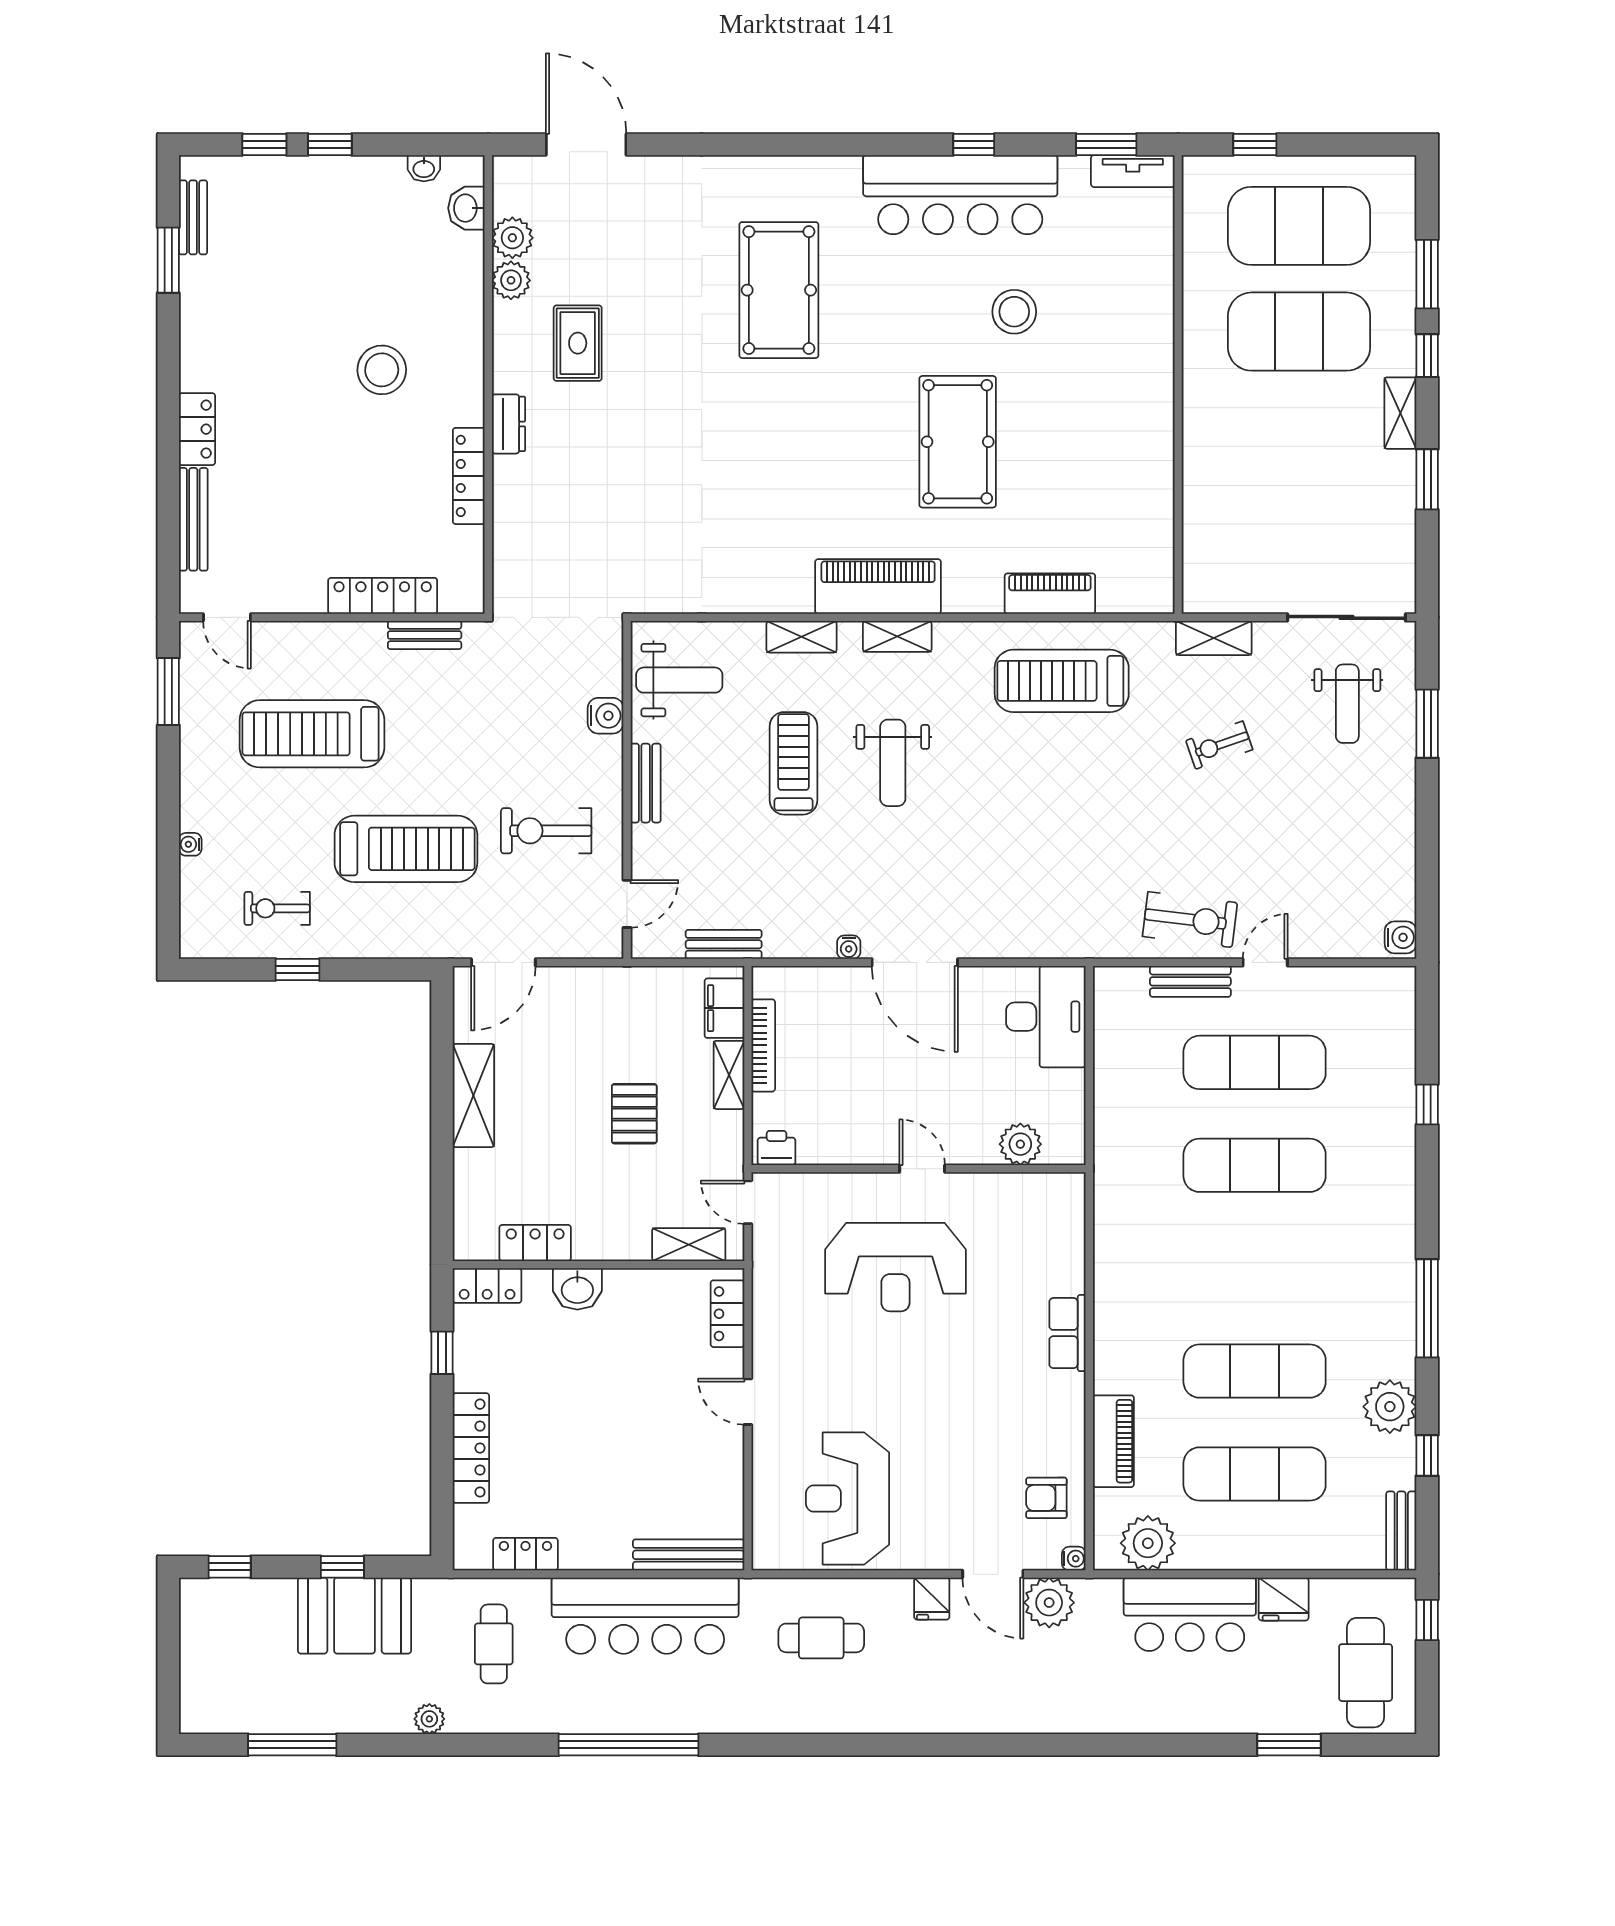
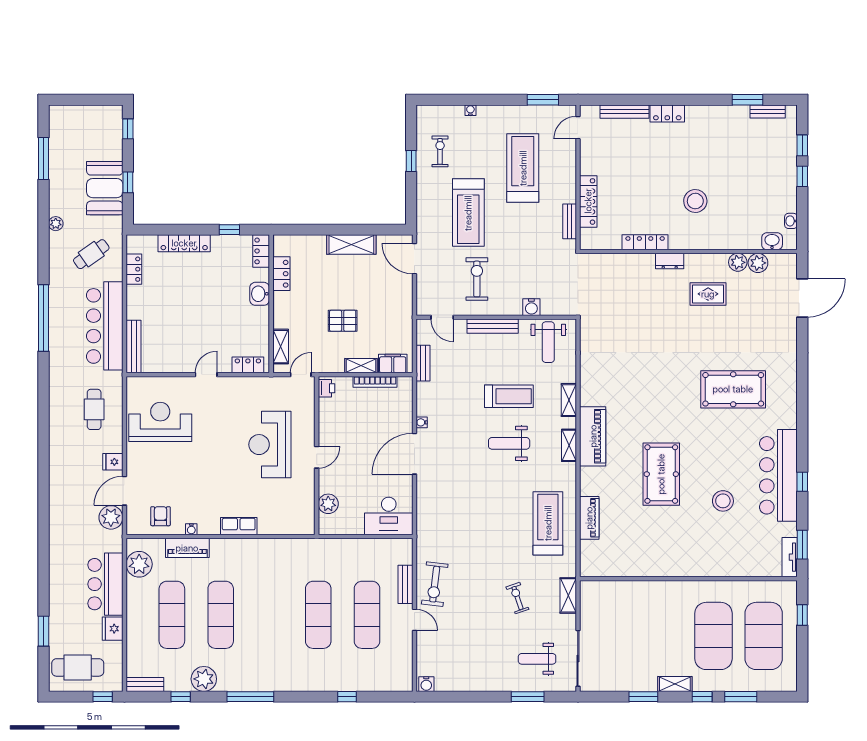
pool table: (958, 442) -> (661, 474), turned 90
bench: (646, 783) -> (493, 326), width x1.36
water cooler: (1074, 1559) -> (191, 529), moved
cafe table: (494, 1644) -> (91, 254), turned -35

